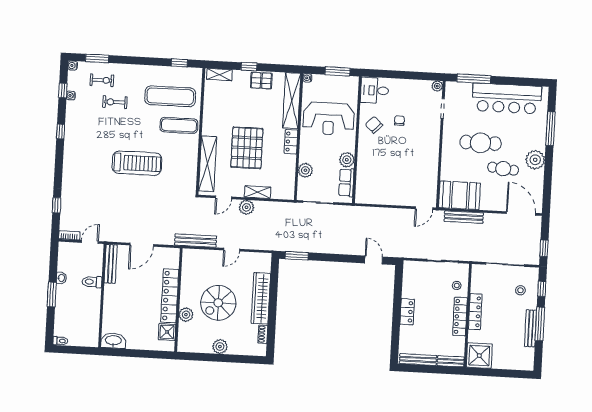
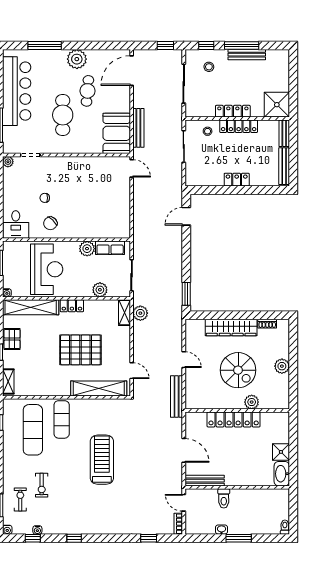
shelving: (258, 192) -> (124, 313), moved
plant: (247, 207) -> (140, 313), moved
shower: (167, 332) -> (281, 452), moved

